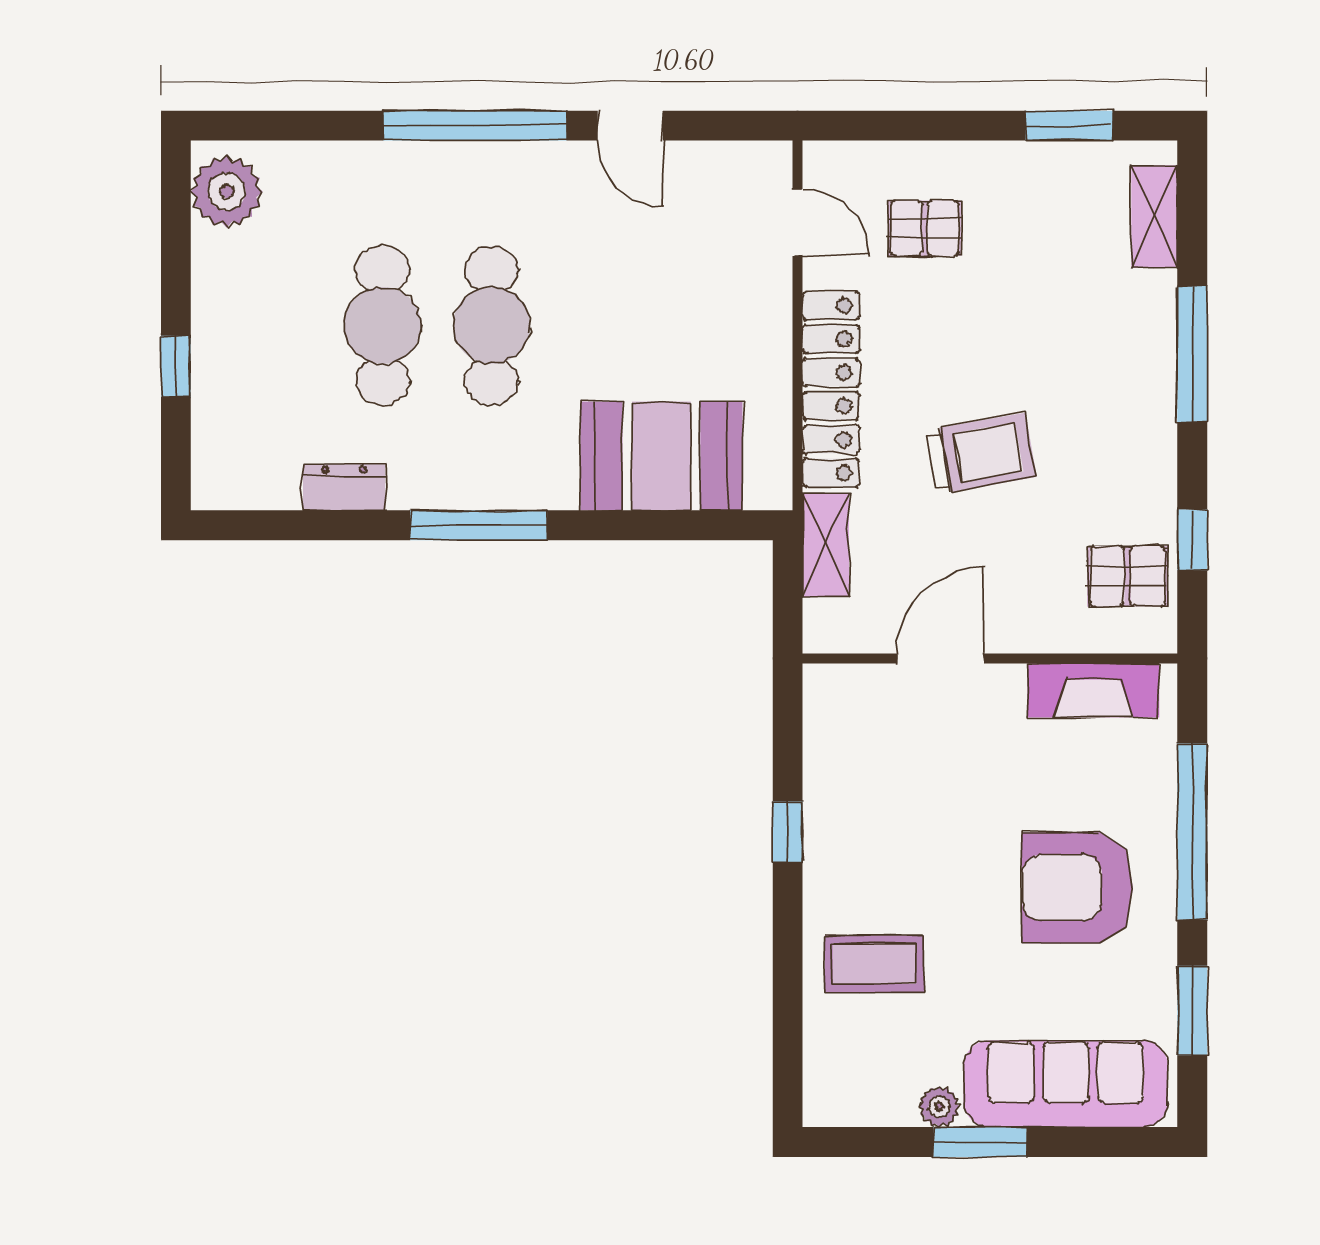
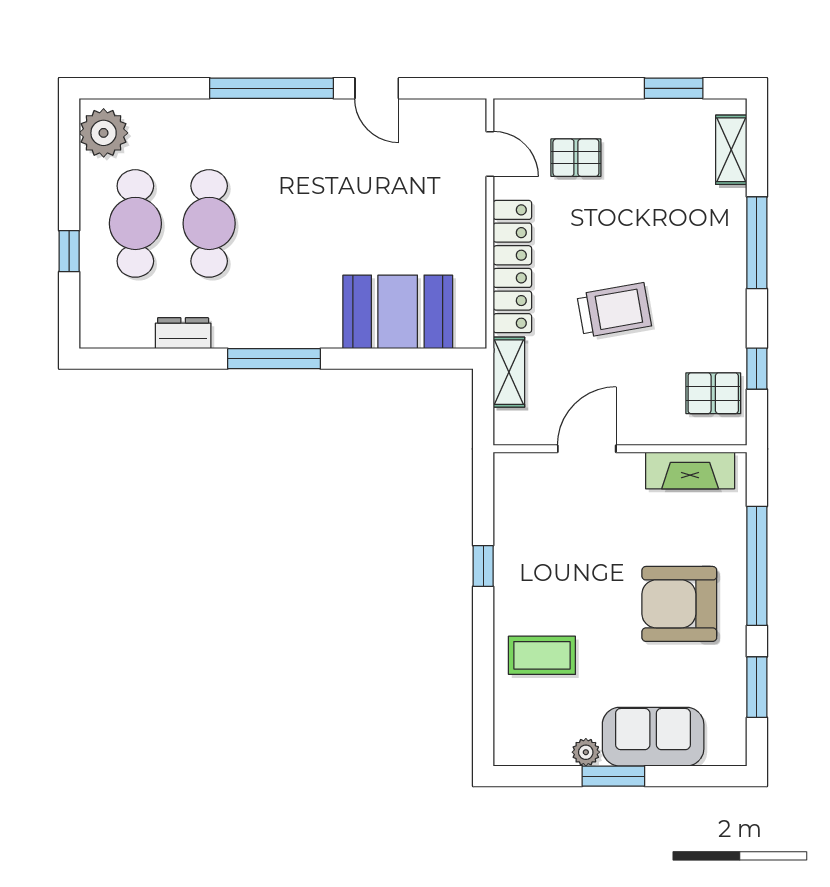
cafe table: (492, 325) -> (135, 223), moved
sofa: (1066, 1084) -> (653, 737), width x0.73

